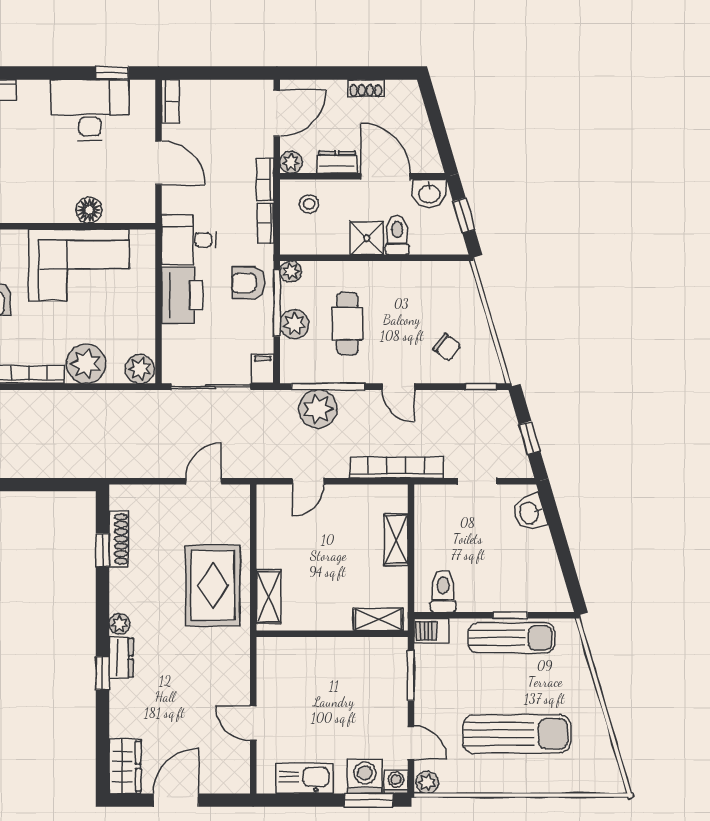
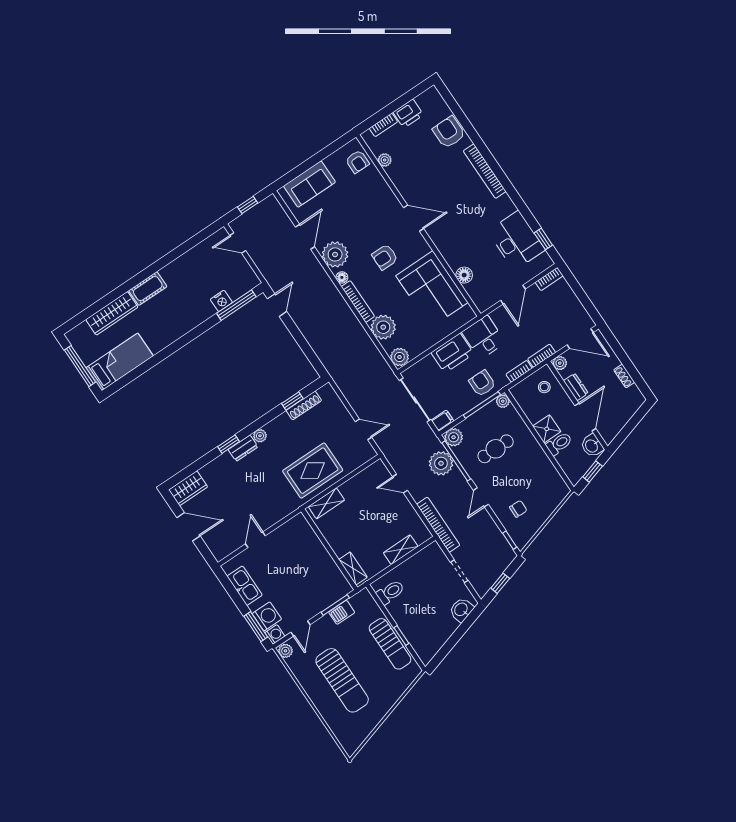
plant: (294, 324) -> (454, 437), moved
chair: (447, 347) -> (518, 509), turned -126
barbecue: (431, 631) -> (342, 612), moved, turned -90

